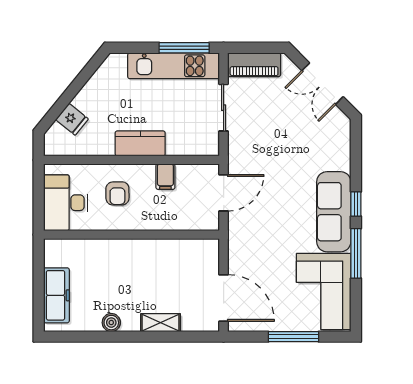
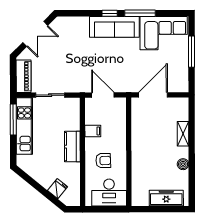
door: (224, 298) -> (153, 95), moved

